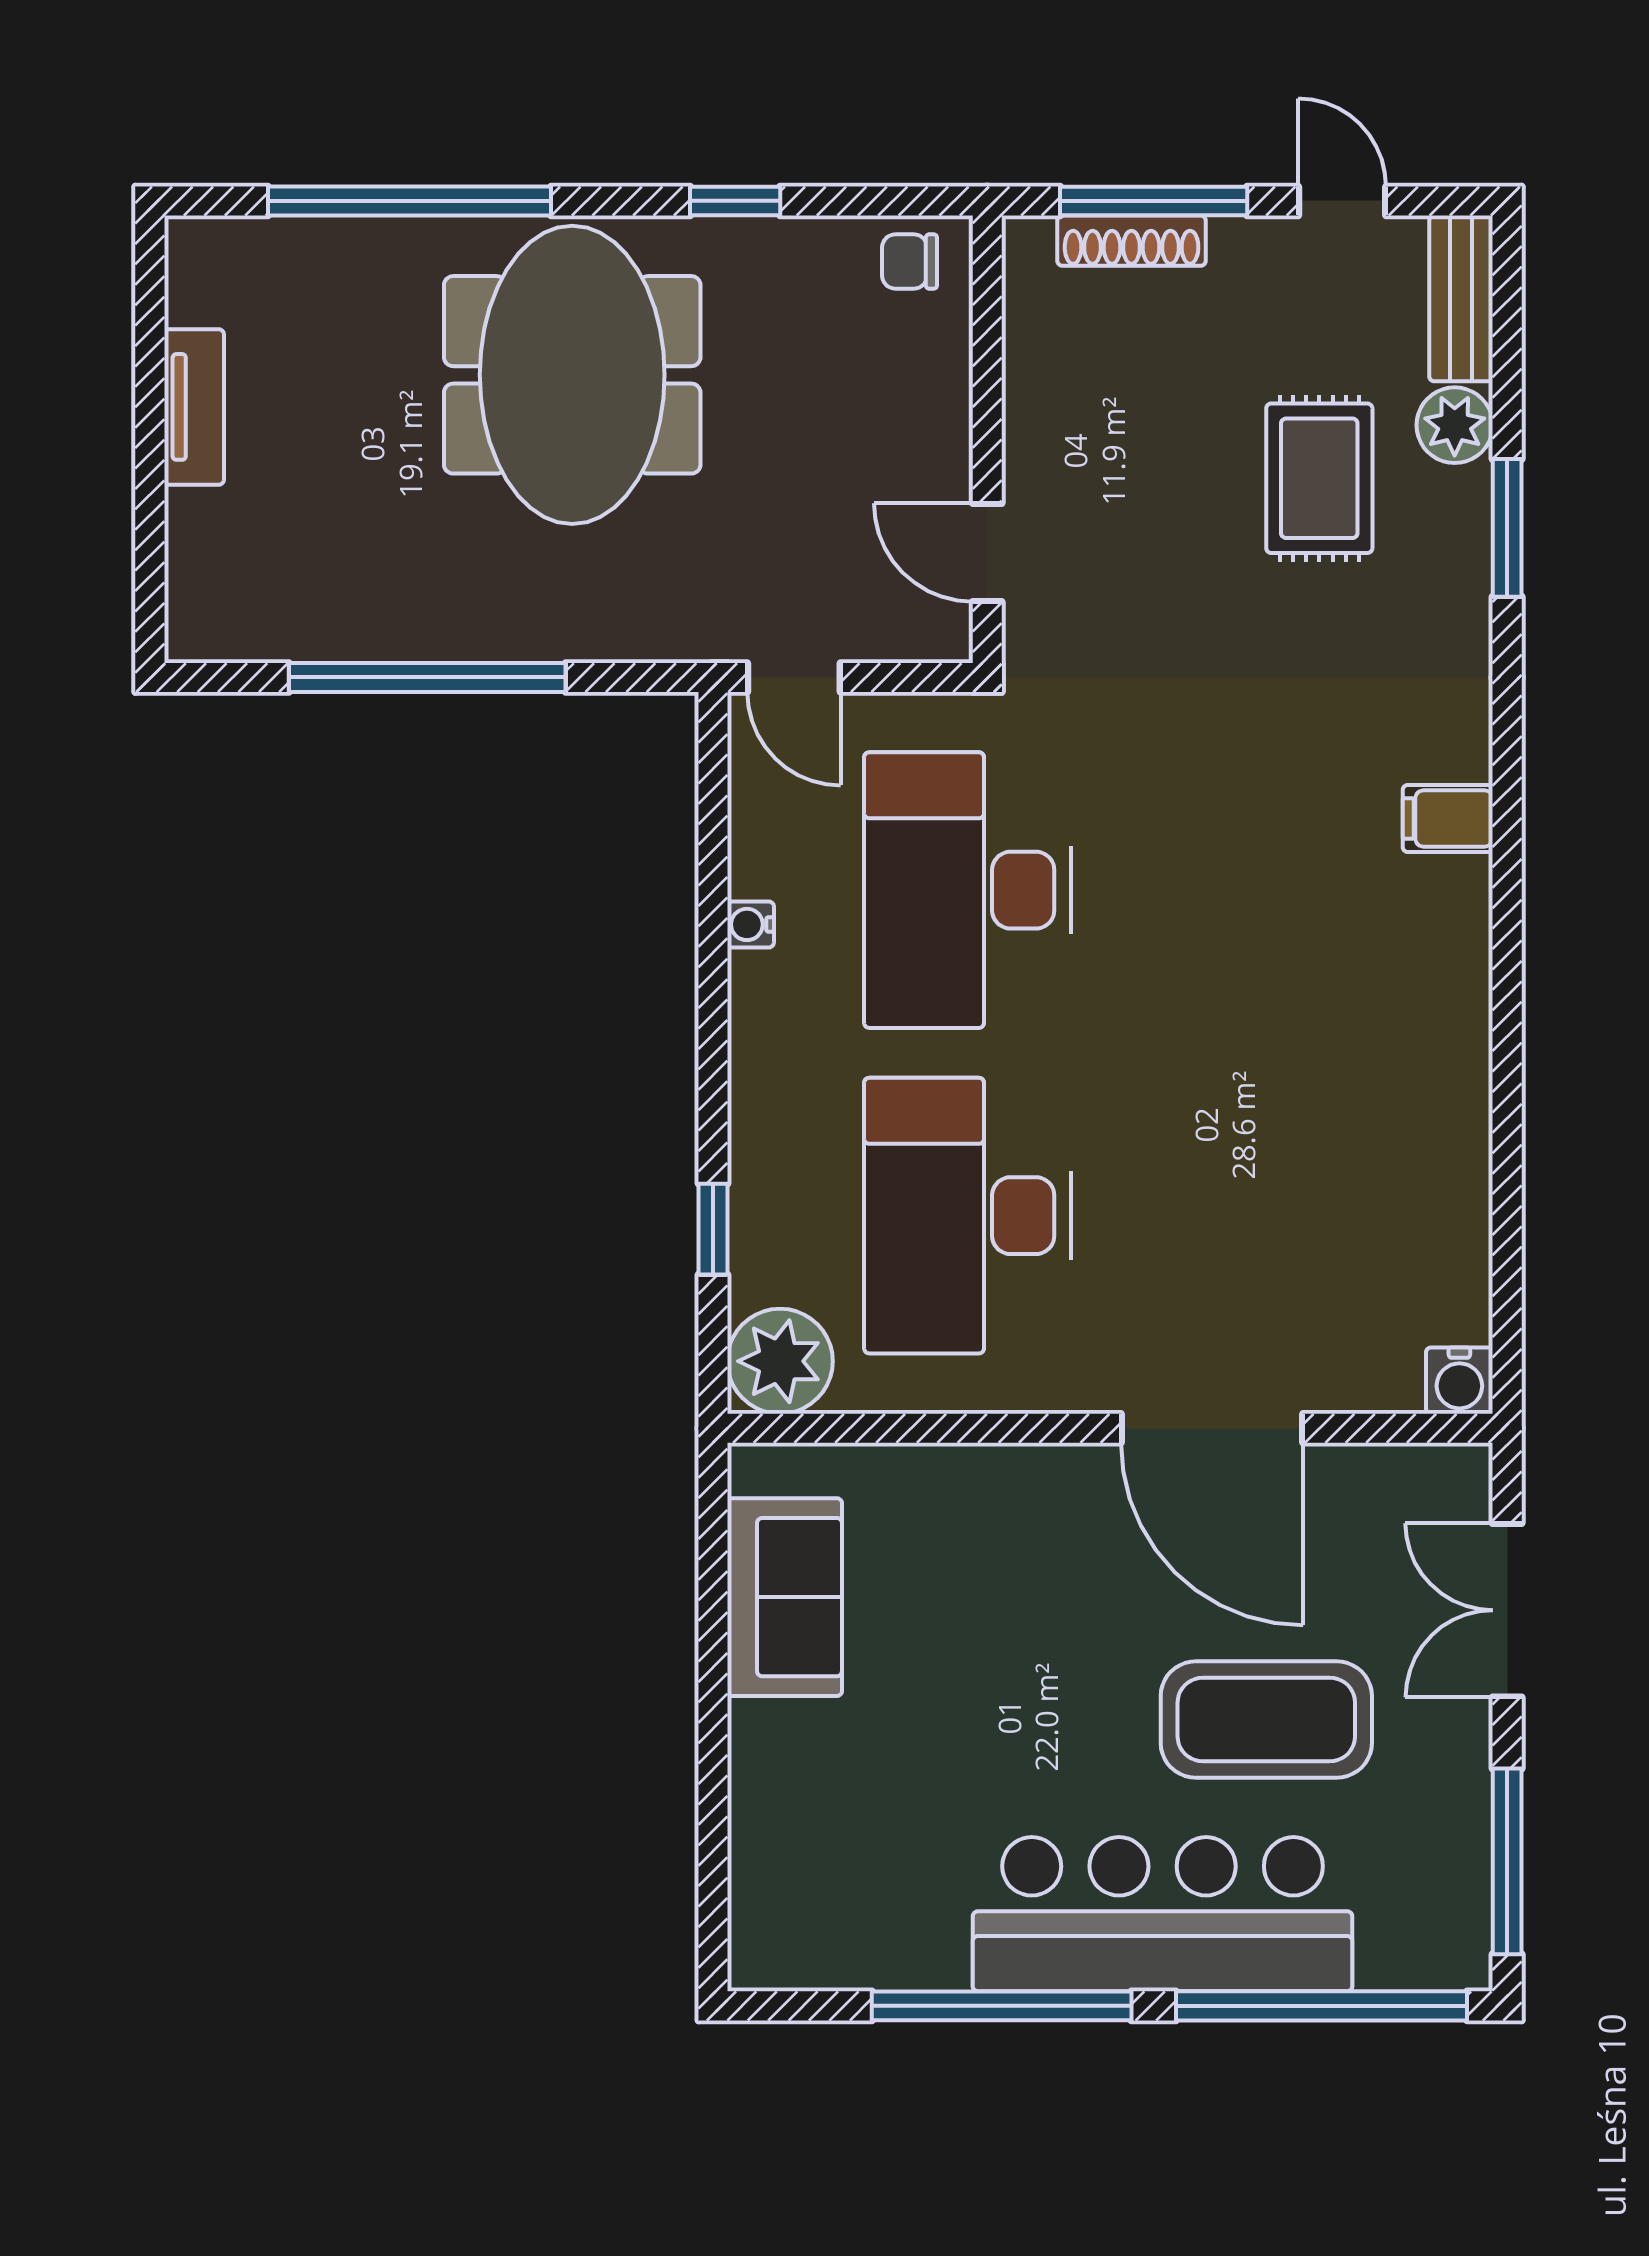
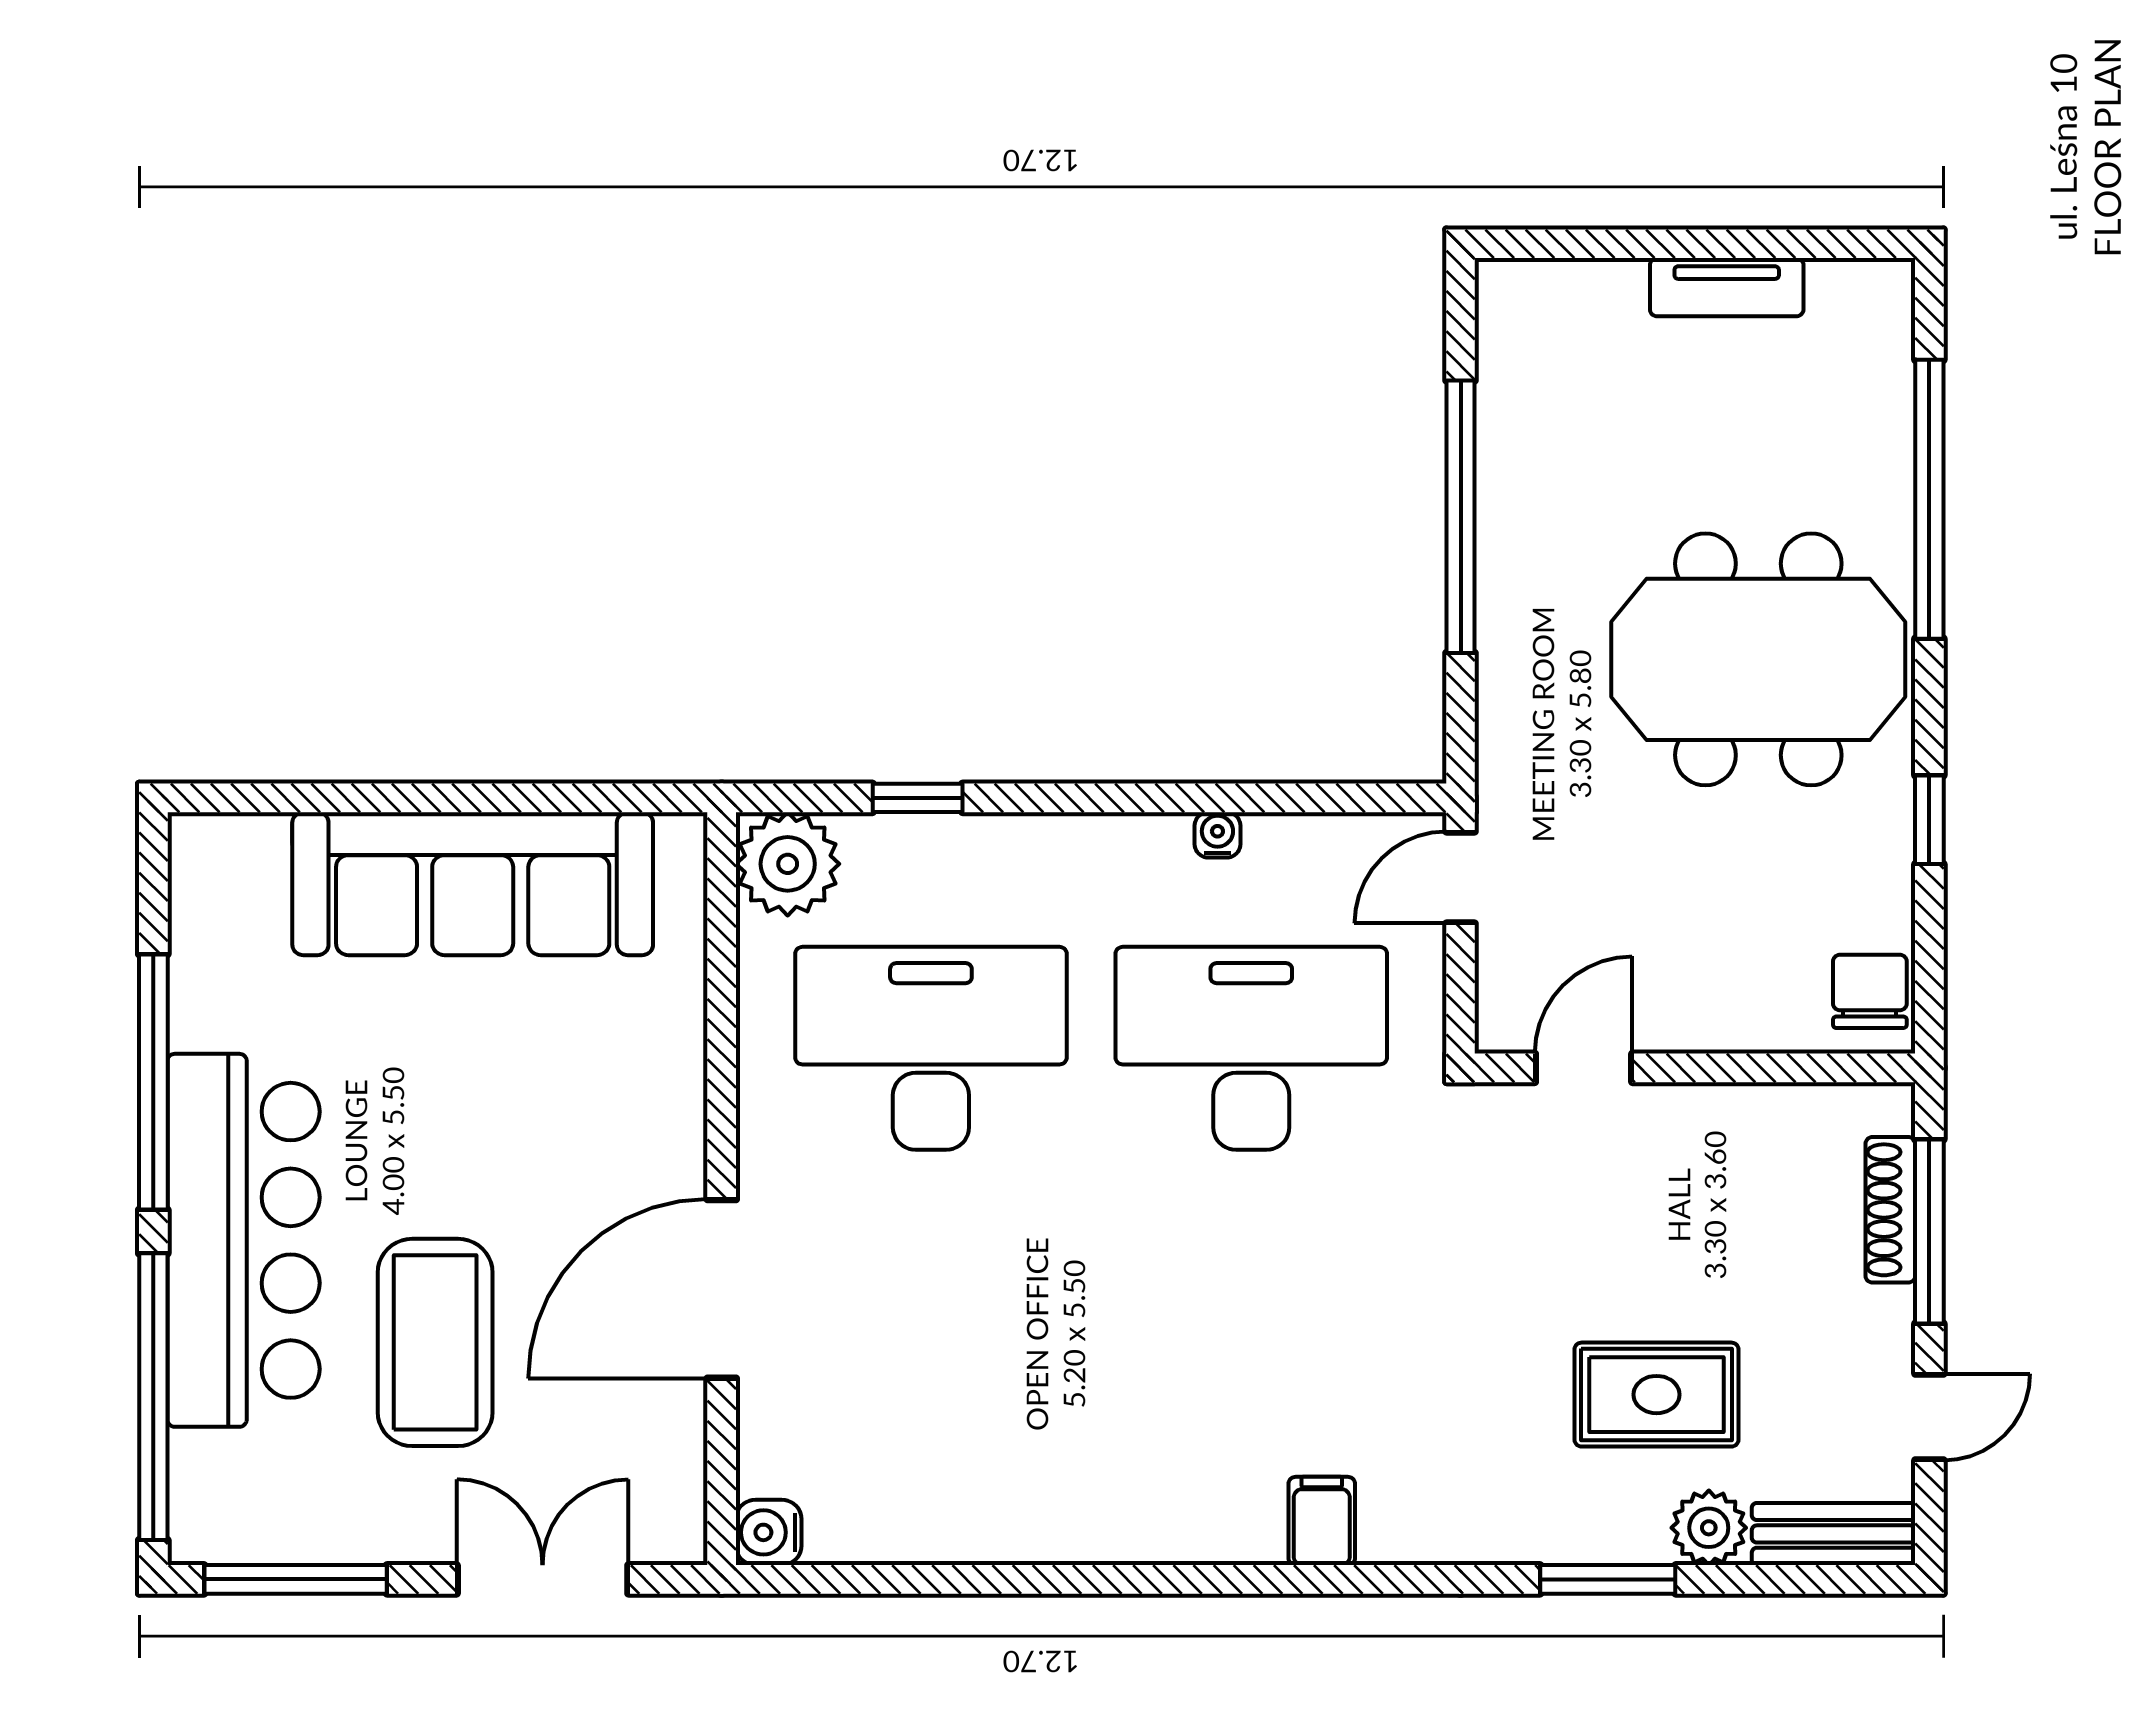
chair: (910, 261) -> (1870, 991), width x1.37, depth x1.37
sofa: (785, 1597) -> (473, 884), width x1.85, depth x1.27

